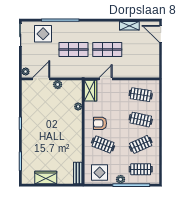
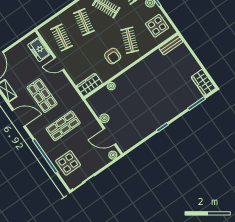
door: (103, 20) -> (19, 118), added
shop shelf: (74, 50) -> (63, 126), turned 90
freezer: (144, 71) -> (39, 50), added
door: (106, 79) -> (59, 64), moved
wardrobe: (46, 177) -> (203, 83), moved

